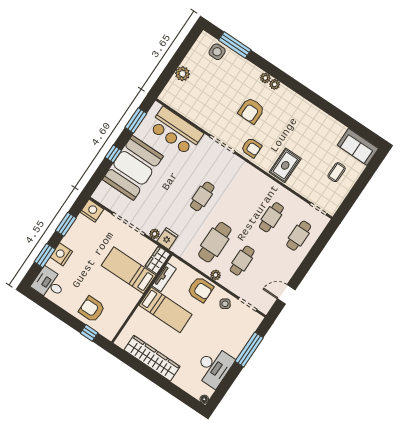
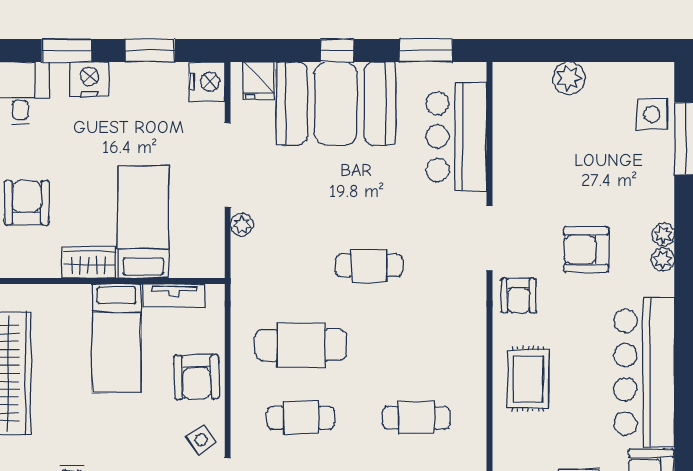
bar counter: (312, 120) -> (644, 372), added
rug: (285, 165) -> (528, 379), turned 90
fridge: (167, 238) -> (258, 81), moved, turned 90
wardrobe: (158, 260) -> (89, 262), moved
plant: (216, 275) -> (242, 387), removed

